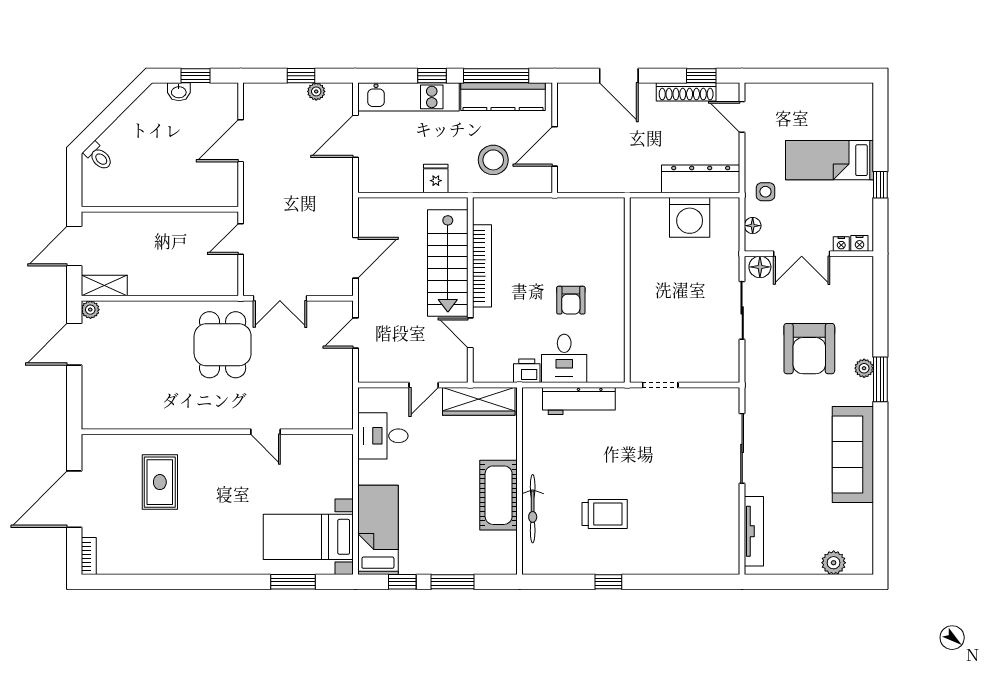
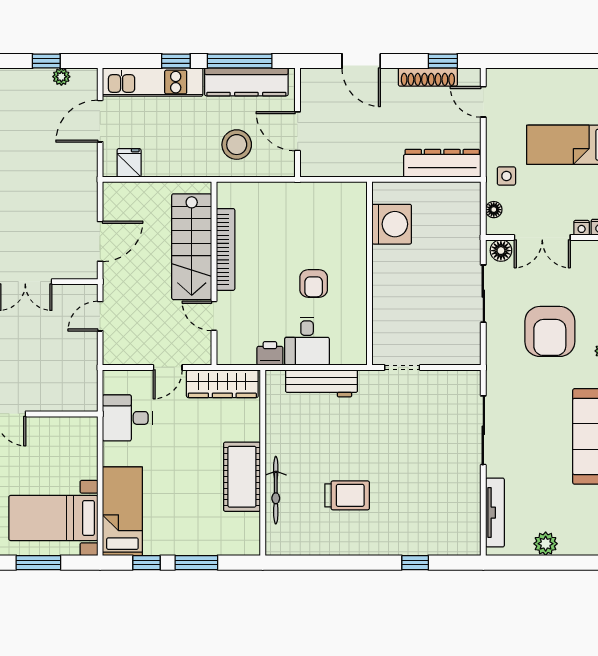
door: (555, 146) -> (298, 131), hinge flipped
fridge: (436, 178) -> (129, 163), moved
washing machine: (690, 217) -> (392, 224), moved, turned -90
plant: (834, 563) -> (546, 544), moved
window: (608, 582) -> (415, 563), moved

